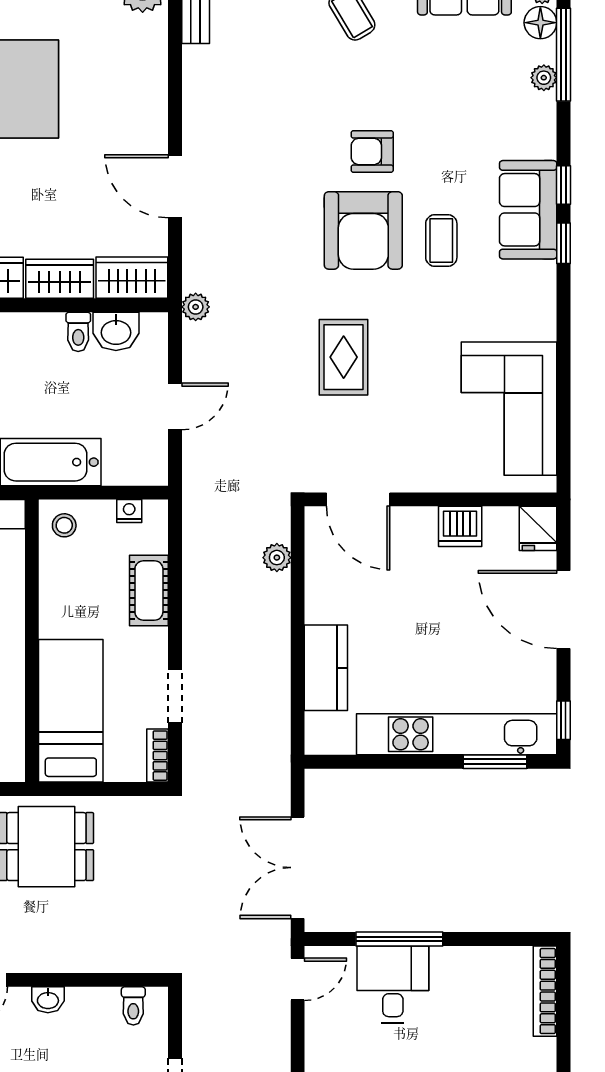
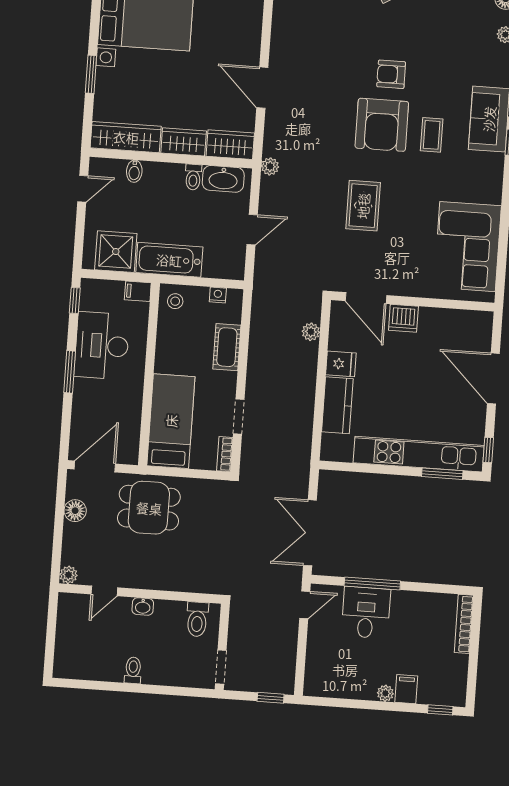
washbasin: (116, 331) -> (223, 179), width x1.38
dishwasher: (460, 526) -> (403, 318), moved
fridge: (538, 528) -> (341, 364), moved, turned -90
toilet: (133, 1006) -> (197, 619), width x1.37, depth x1.39

